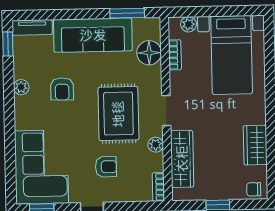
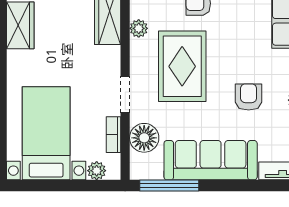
window: (127, 13) -> (169, 186), width x1.44
doorway: (166, 111) -> (125, 95), moved

